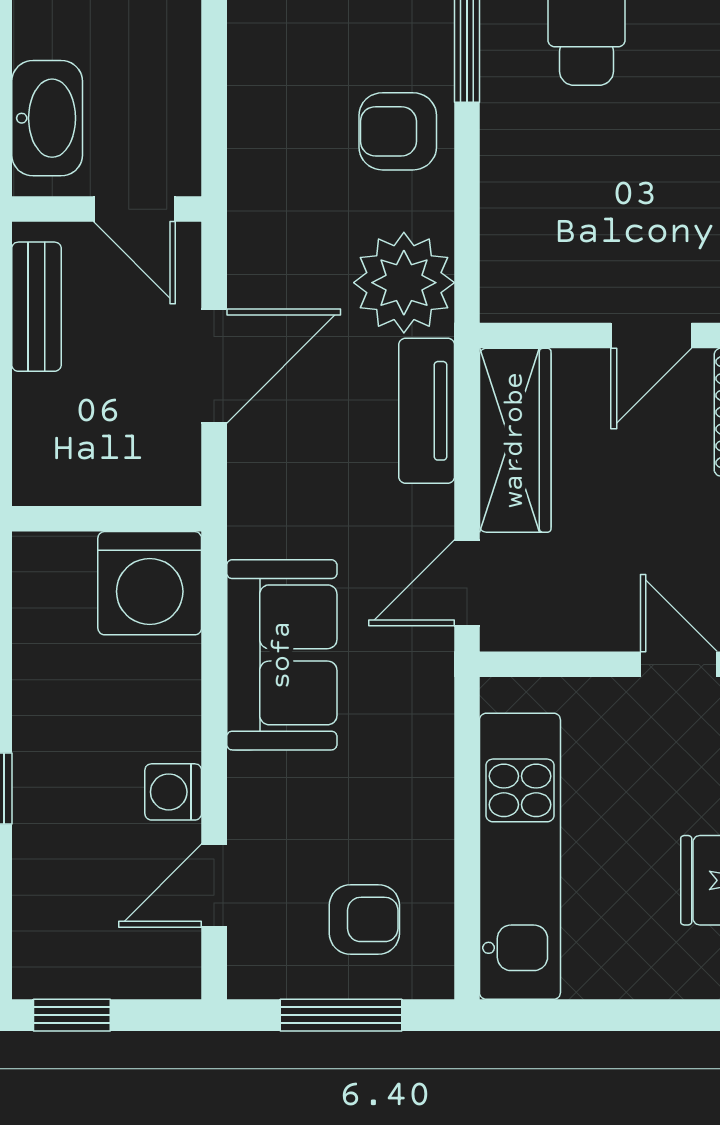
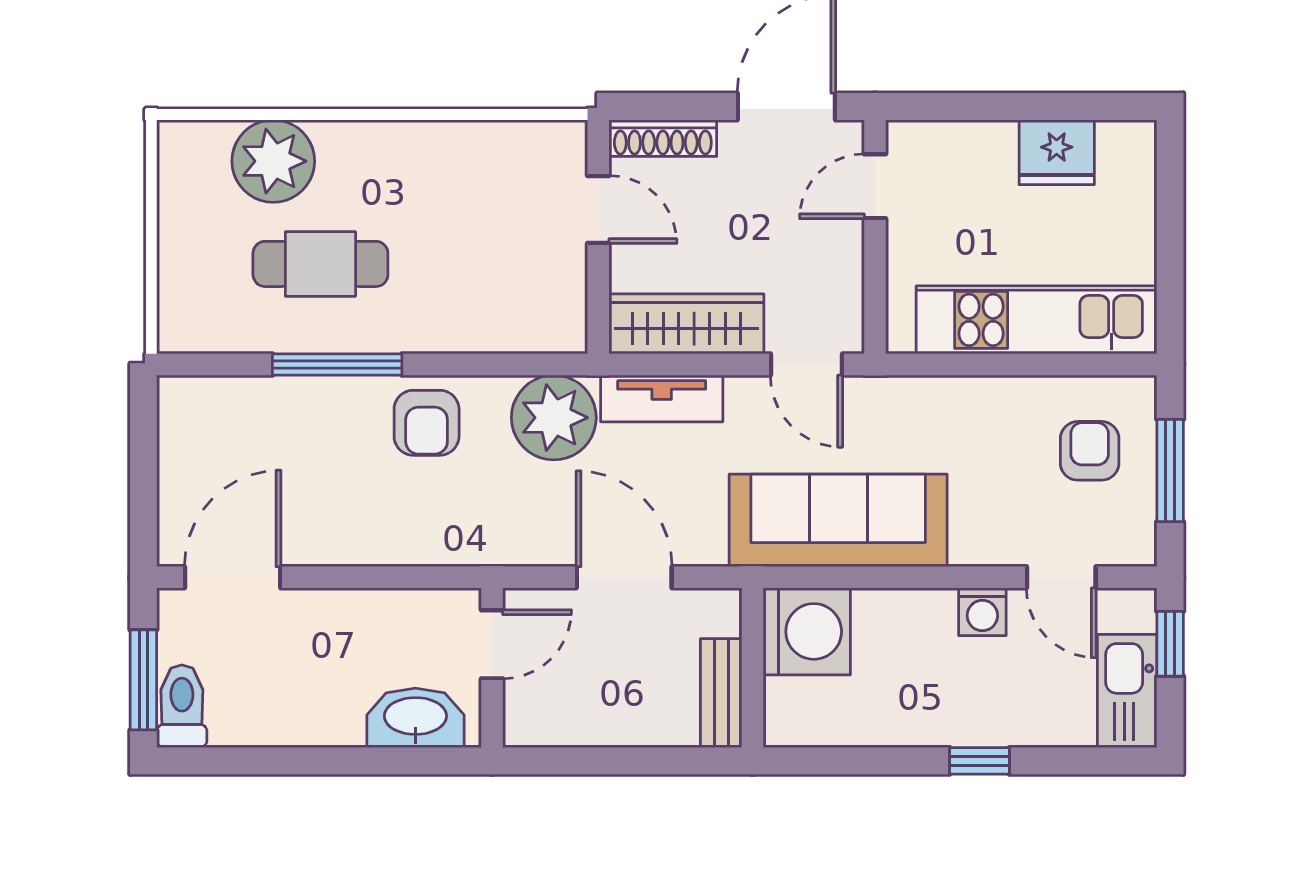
bench: (36, 307) -> (721, 693), moved, turned 90
sofa: (282, 655) -> (838, 520), width x1.36
kitchen sink: (79, 964) -> (1127, 691), added
window: (72, 1015) -> (1170, 644), moved

